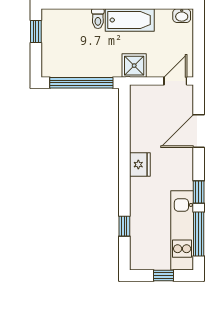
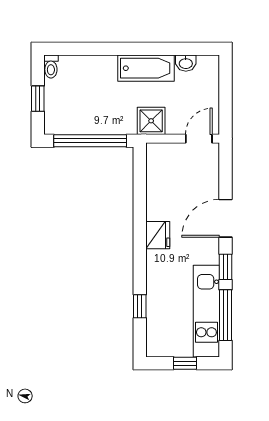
washbasin: (182, 16) -> (186, 63), moved
toilet: (98, 19) -> (51, 67), moved
window: (36, 32) -> (38, 99), moved
door: (199, 131) -> (225, 218), moved

